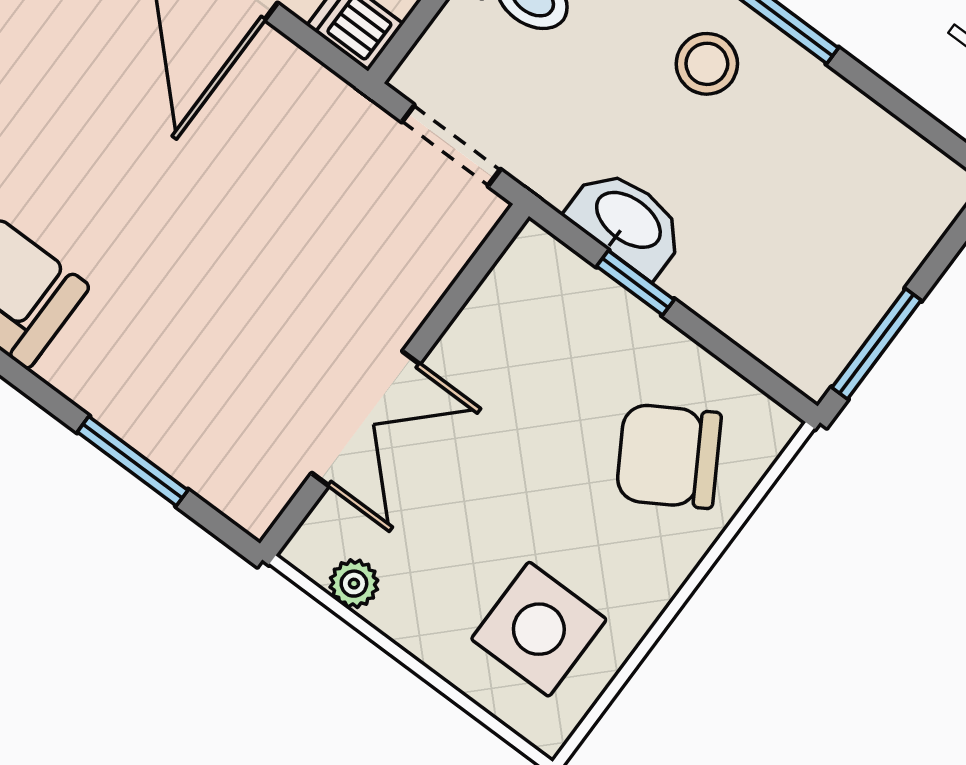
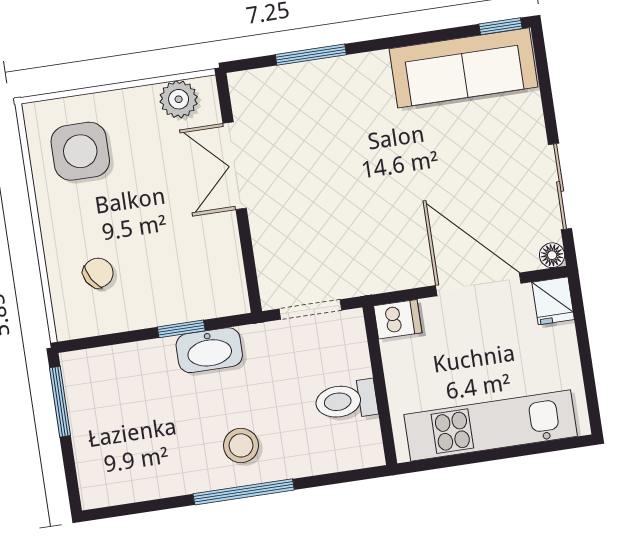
chair: (669, 456) -> (98, 273), width x0.54, depth x0.54
plant: (354, 584) -> (179, 99), width x1.38, depth x1.38

